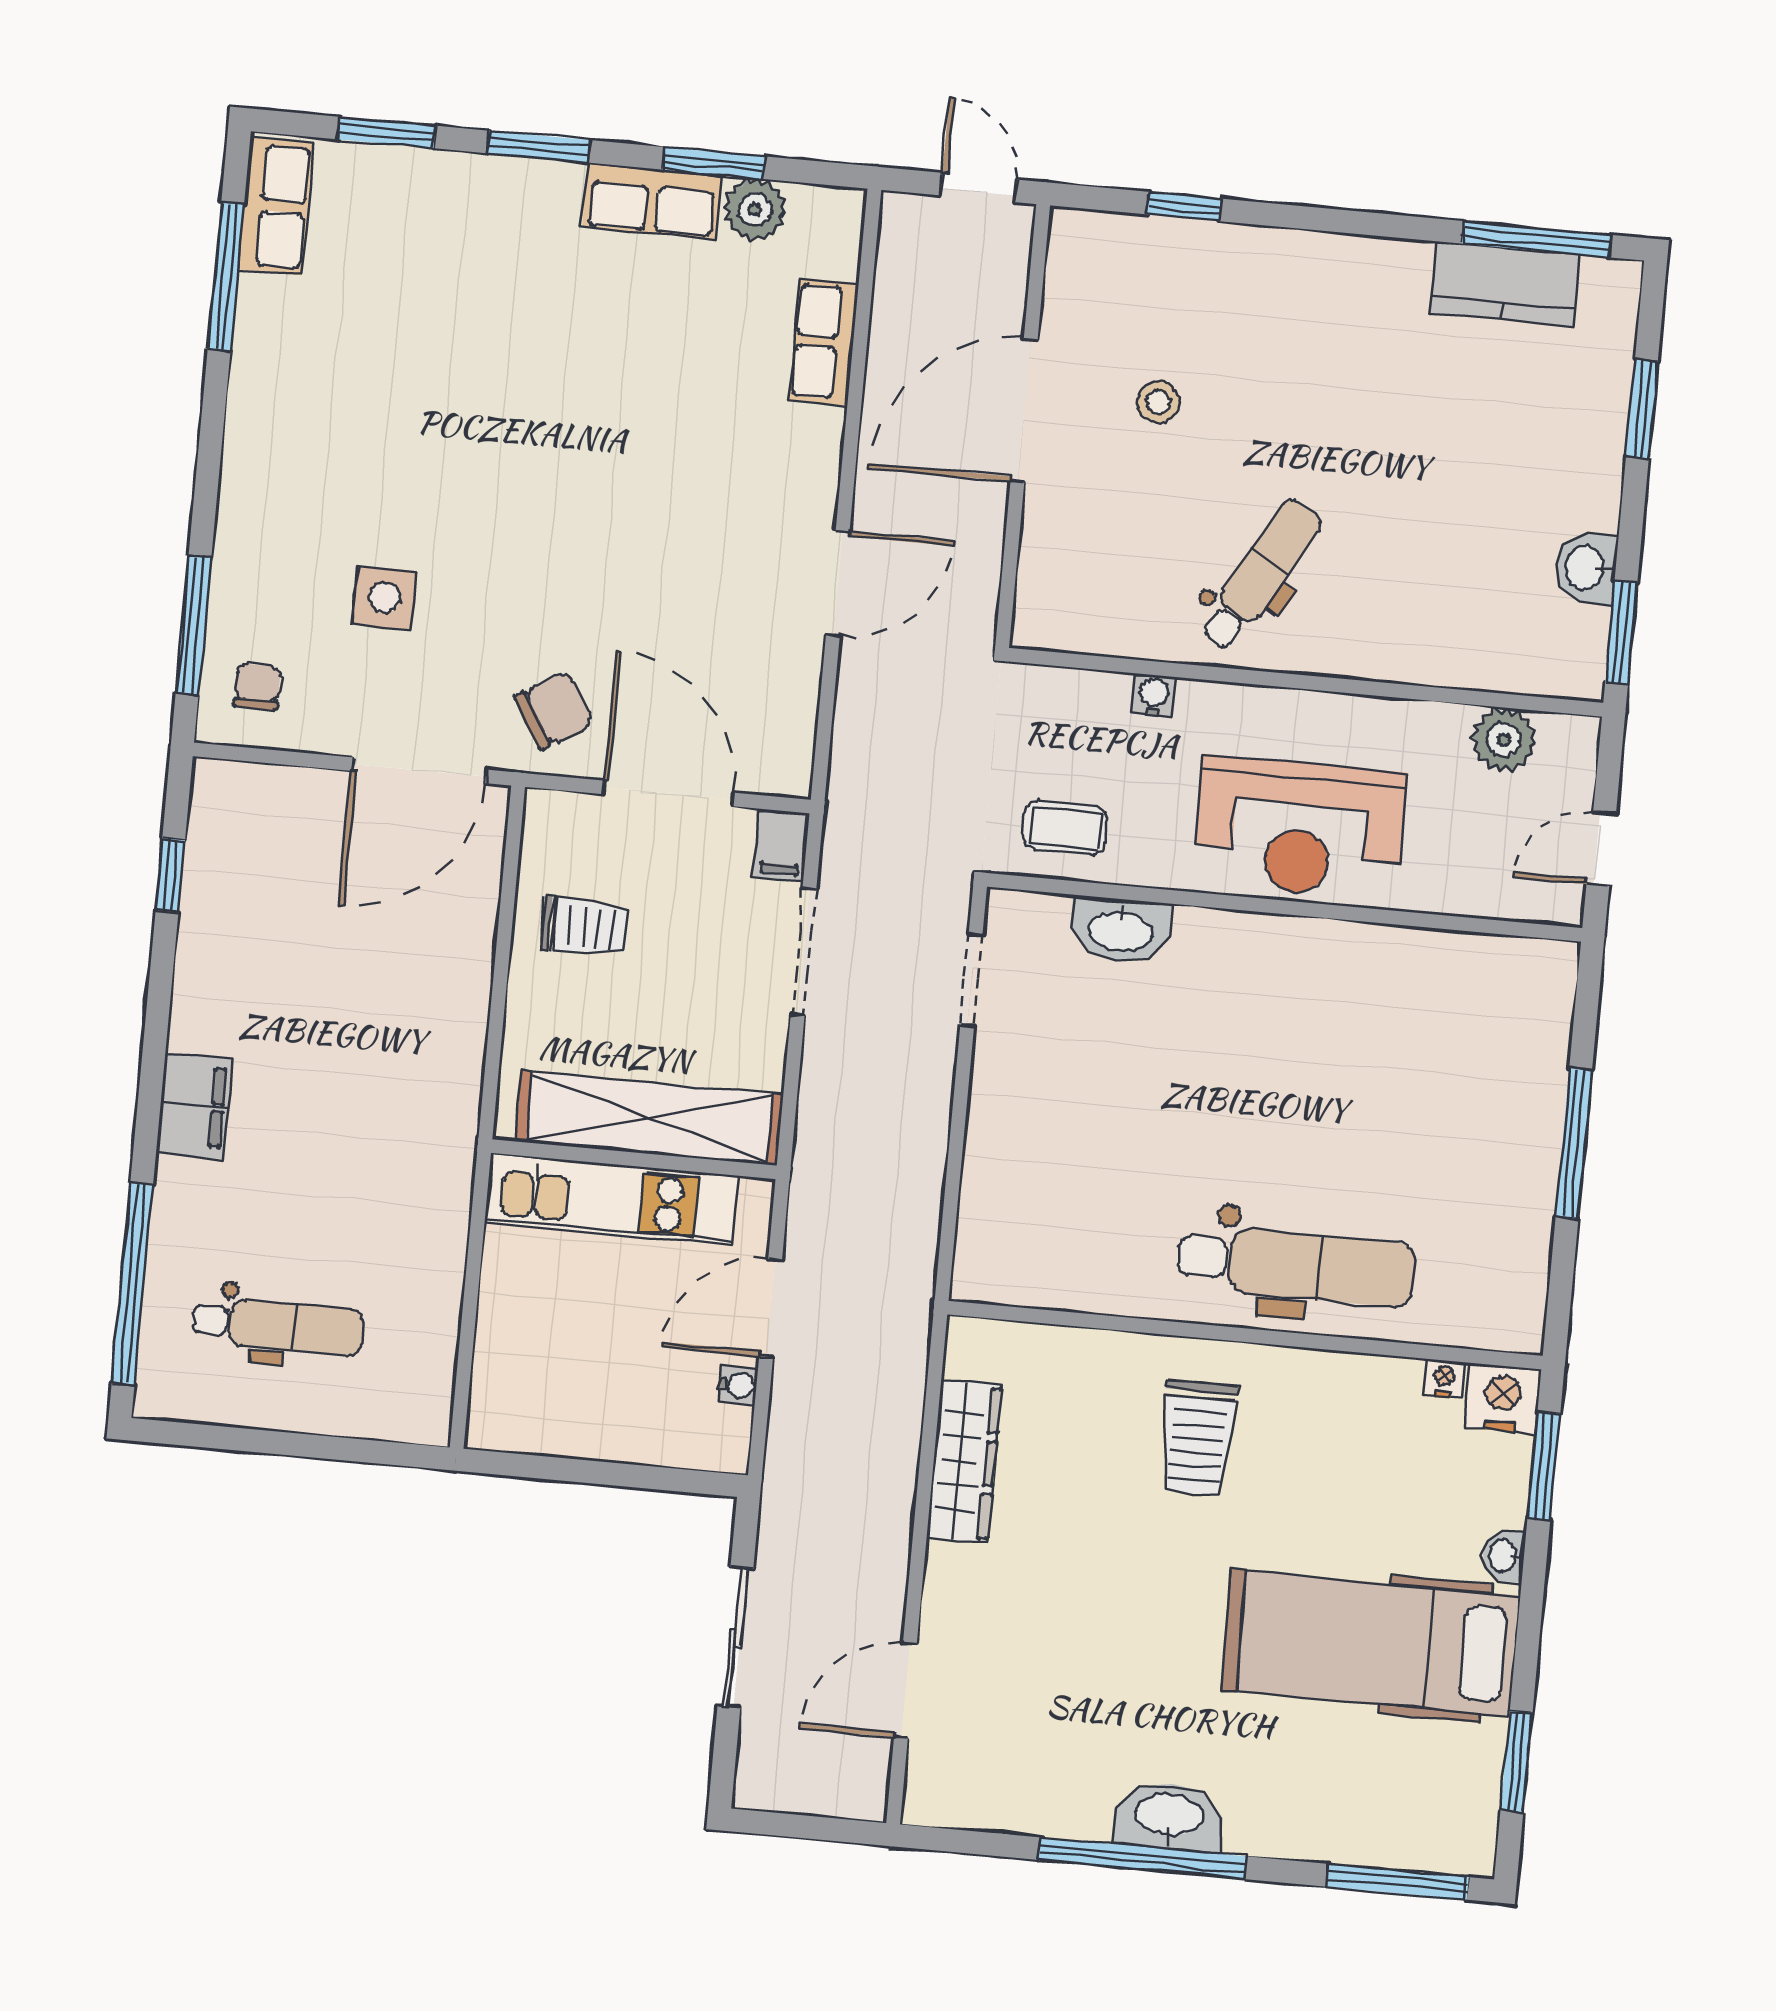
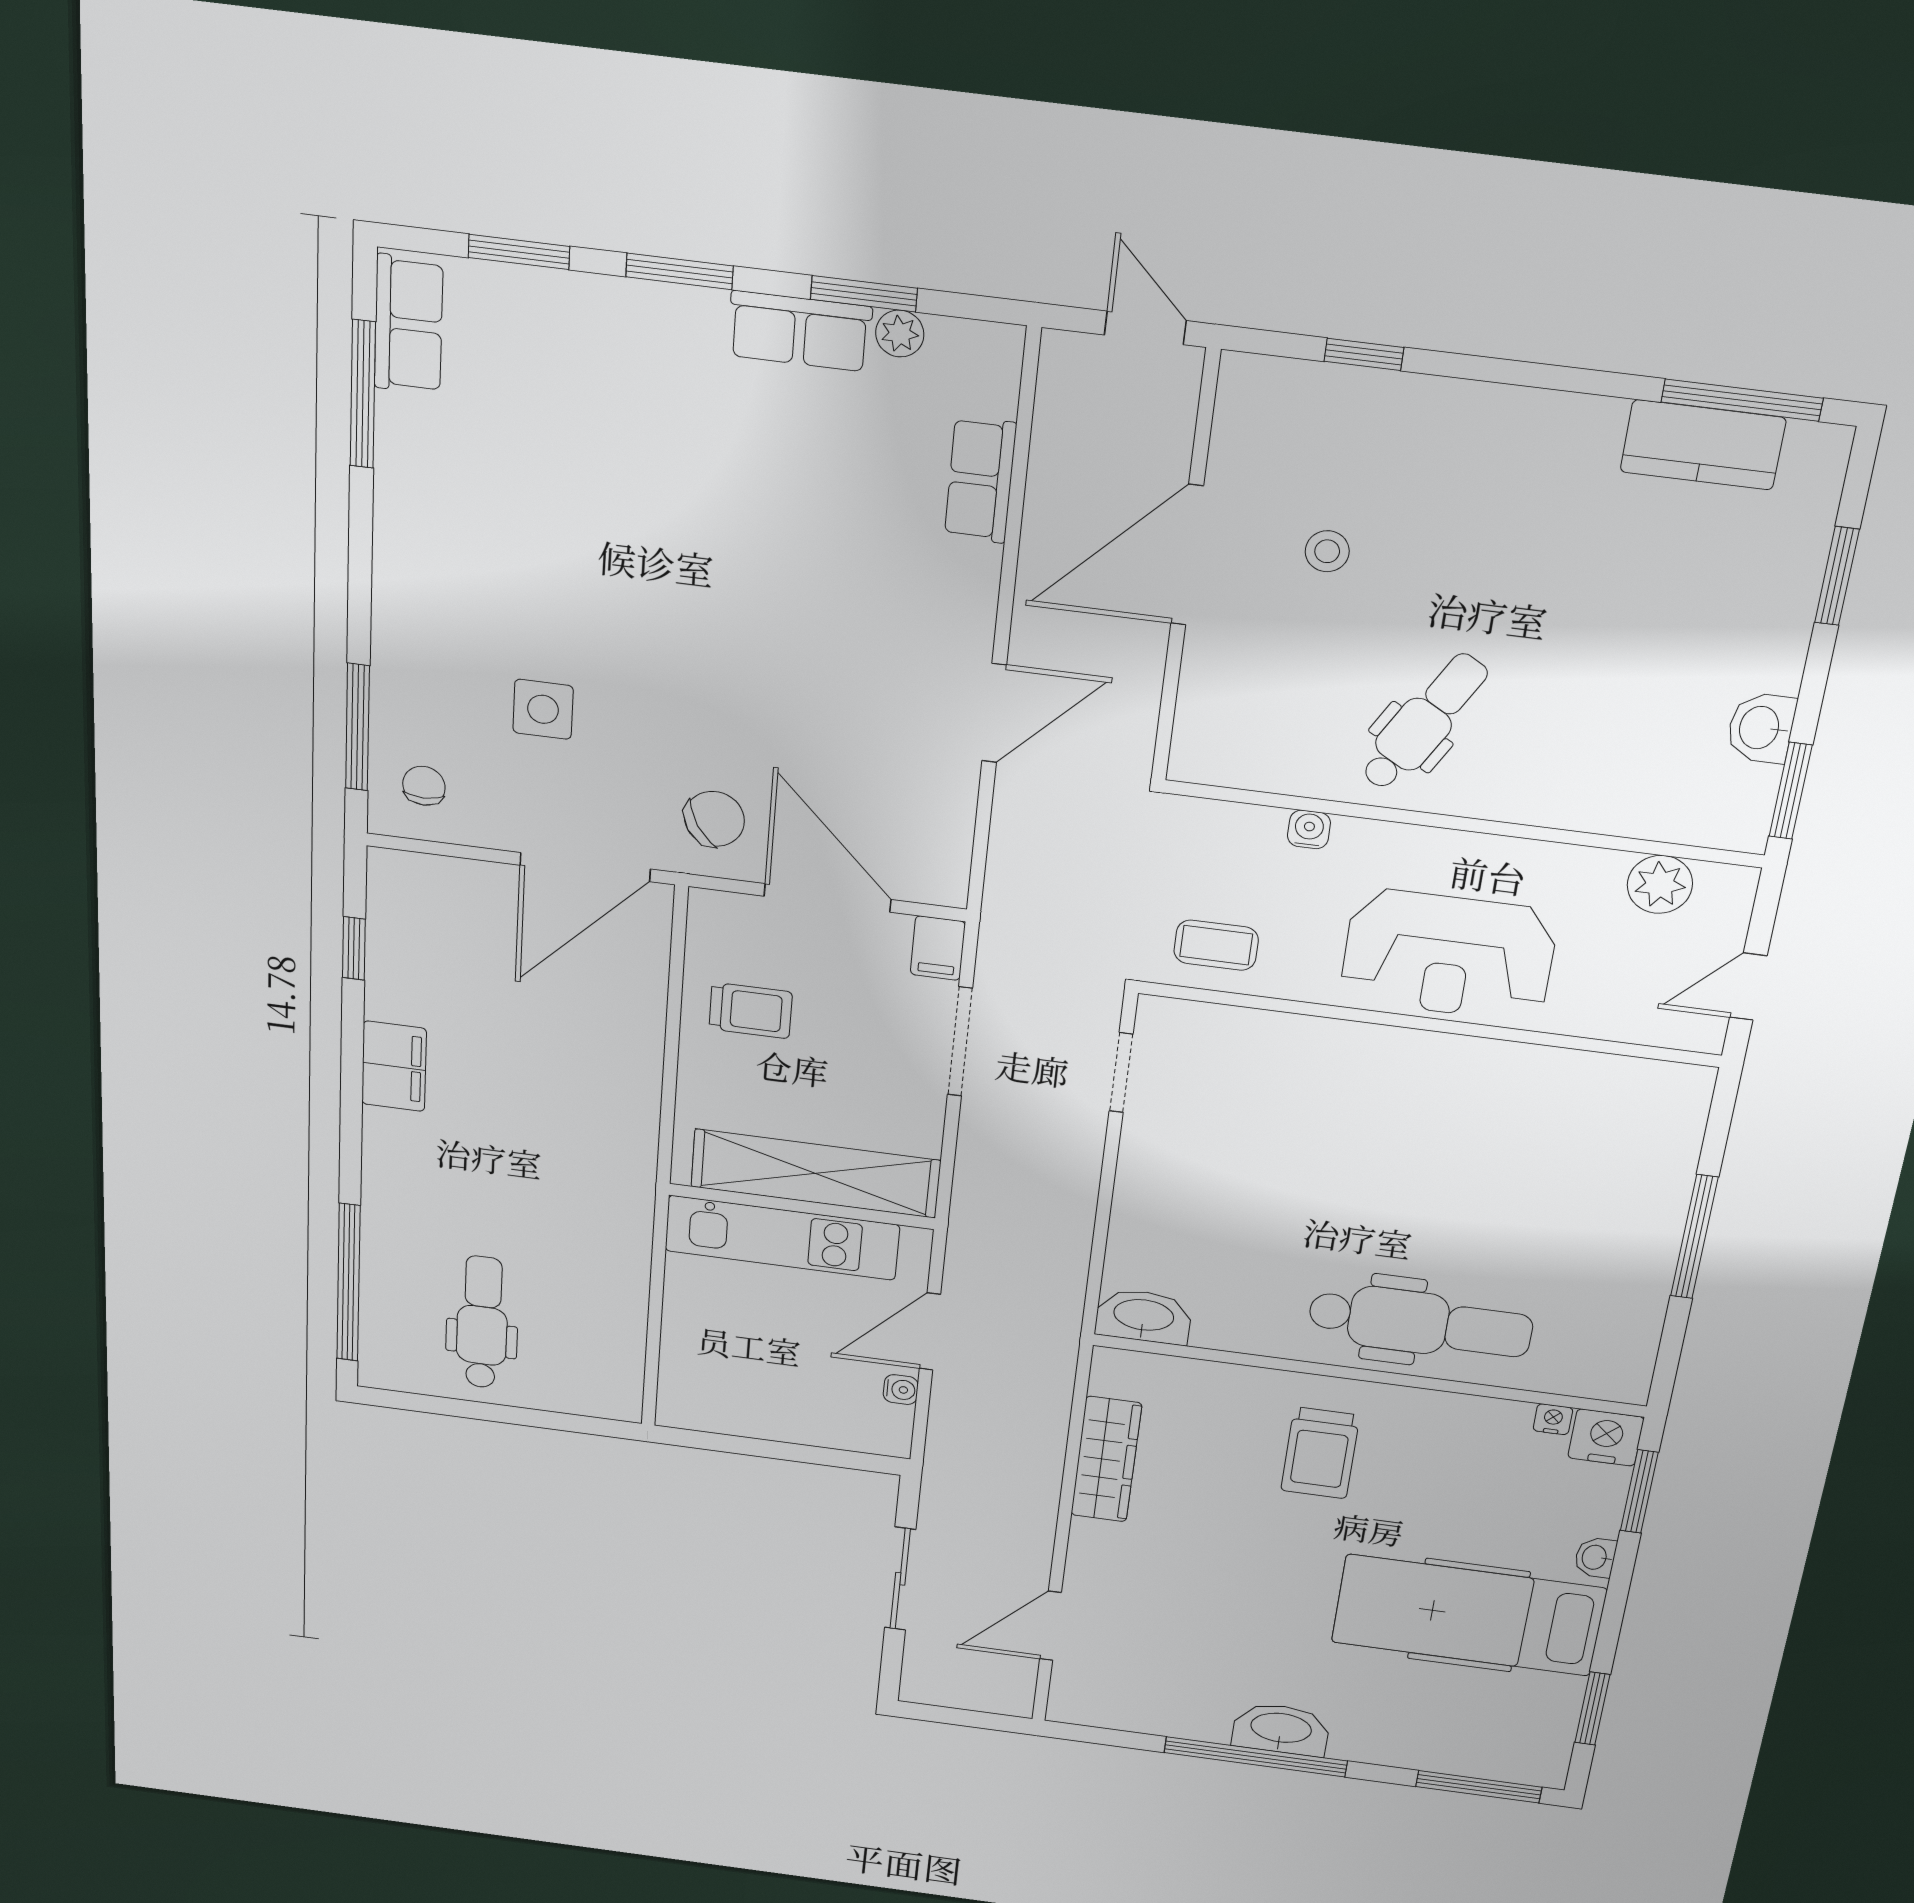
plant: (755, 210) -> (900, 334), width x0.73, depth x0.73
washbasin: (1120, 930) -> (1144, 1316), moved, turned 180
filing cabinet: (194, 1106) -> (394, 1066), moved
dental chair: (278, 1326) -> (482, 1322), turned -90

